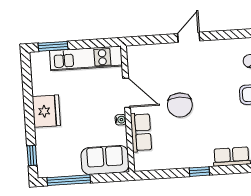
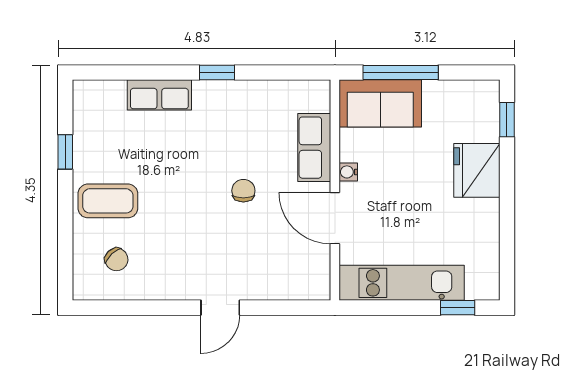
window: (53, 46) -> (458, 308), width x0.67
chair: (180, 105) -> (243, 191), width x0.54, depth x0.54
fridge: (46, 111) -> (477, 170), moved
window: (69, 180) -> (401, 72), moved

